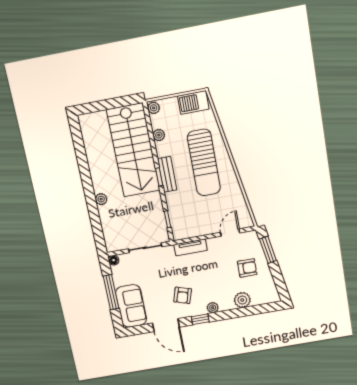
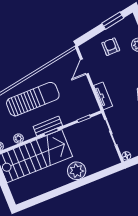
plant: (101, 199) -> (77, 171), width x1.87, depth x1.87
door: (230, 233) -> (84, 67), hinge flipped
window: (268, 250) -> (113, 21), moved

